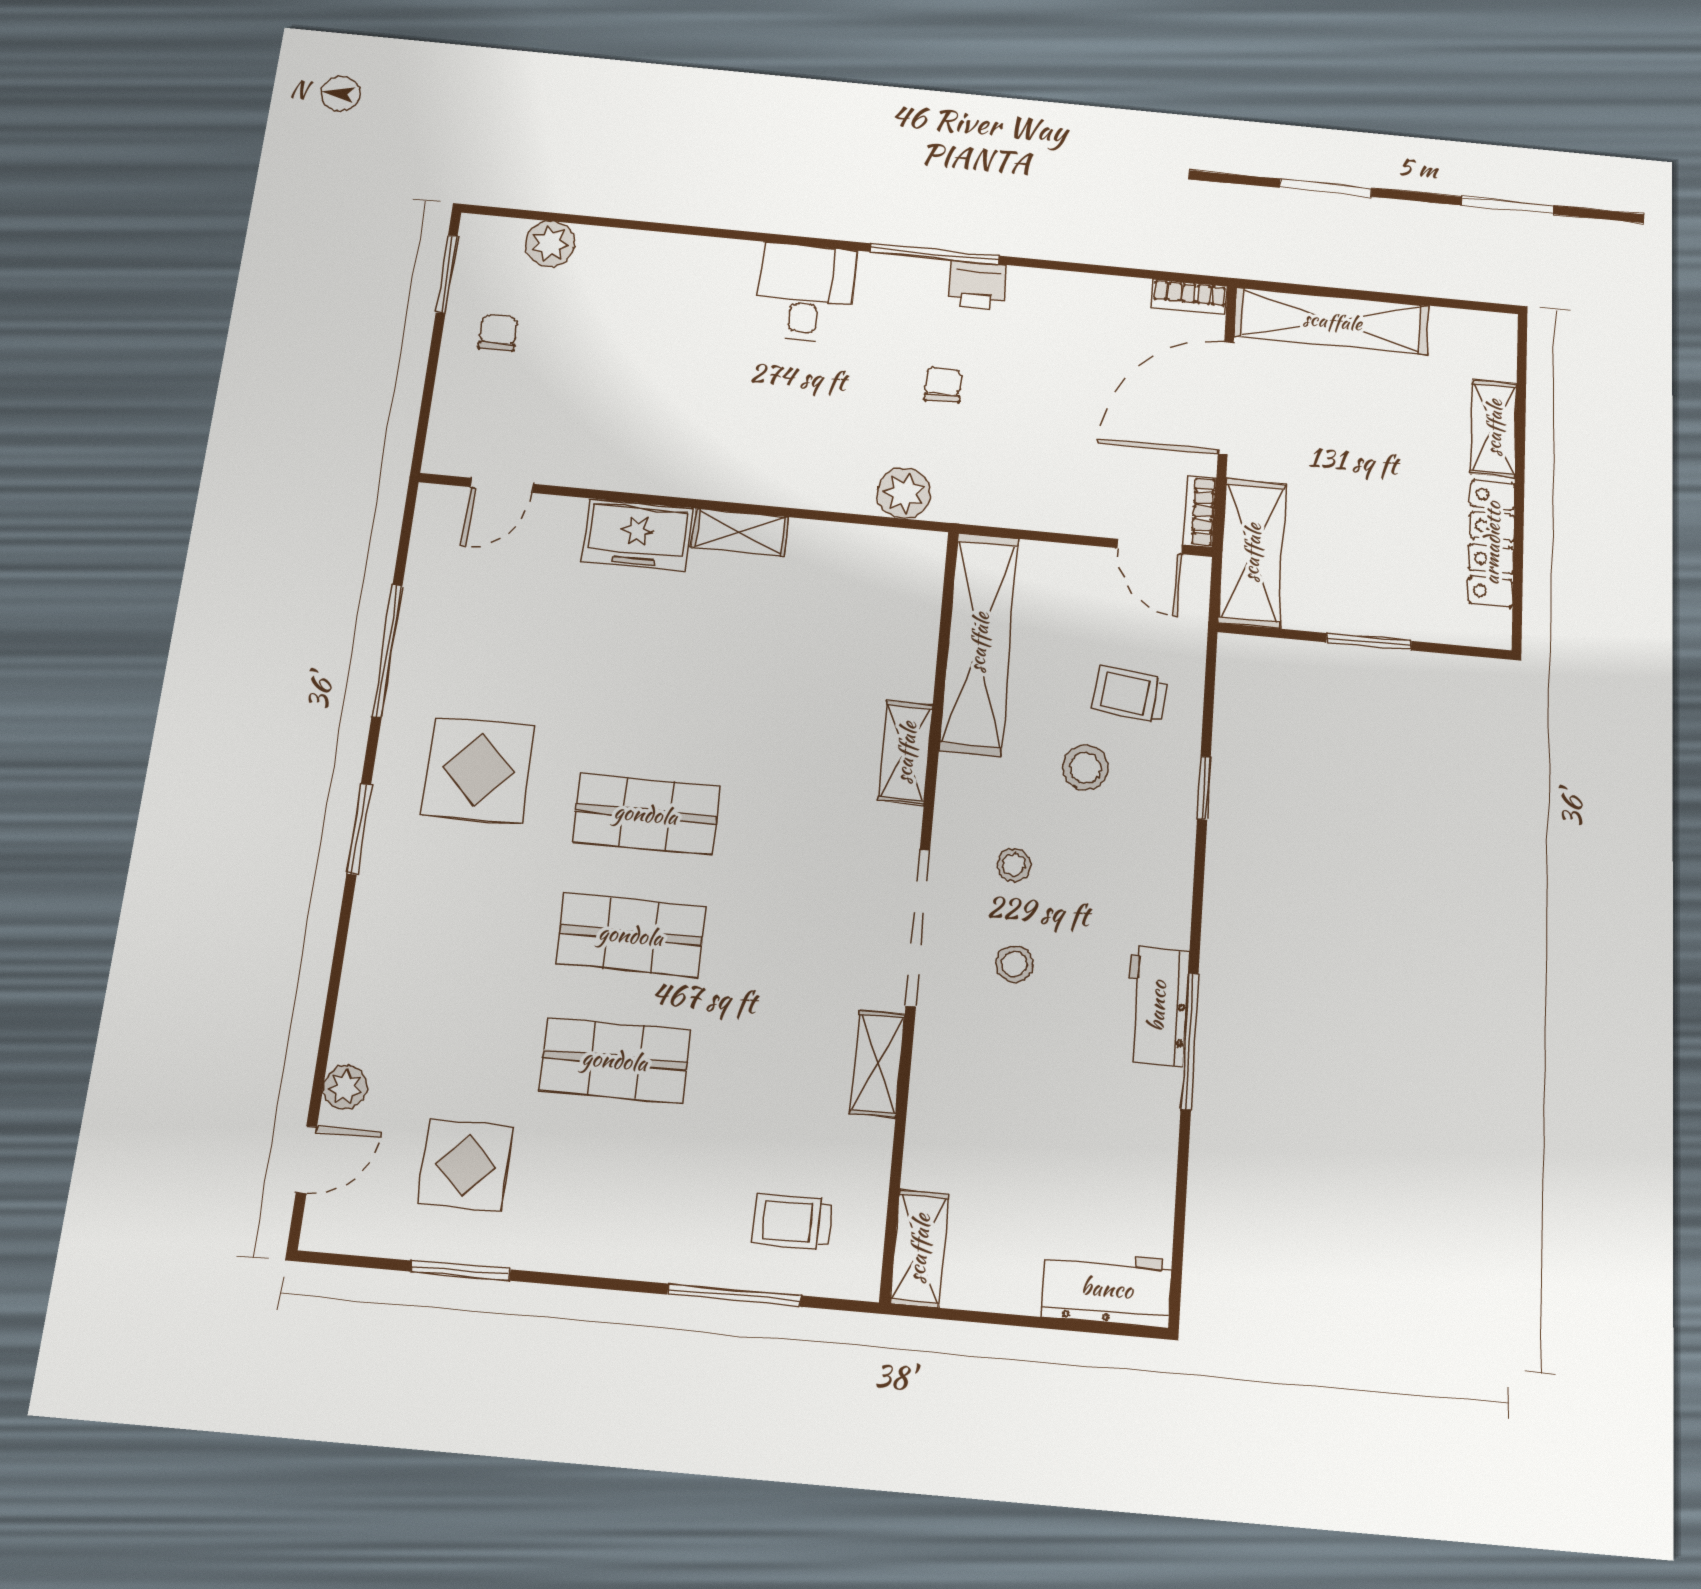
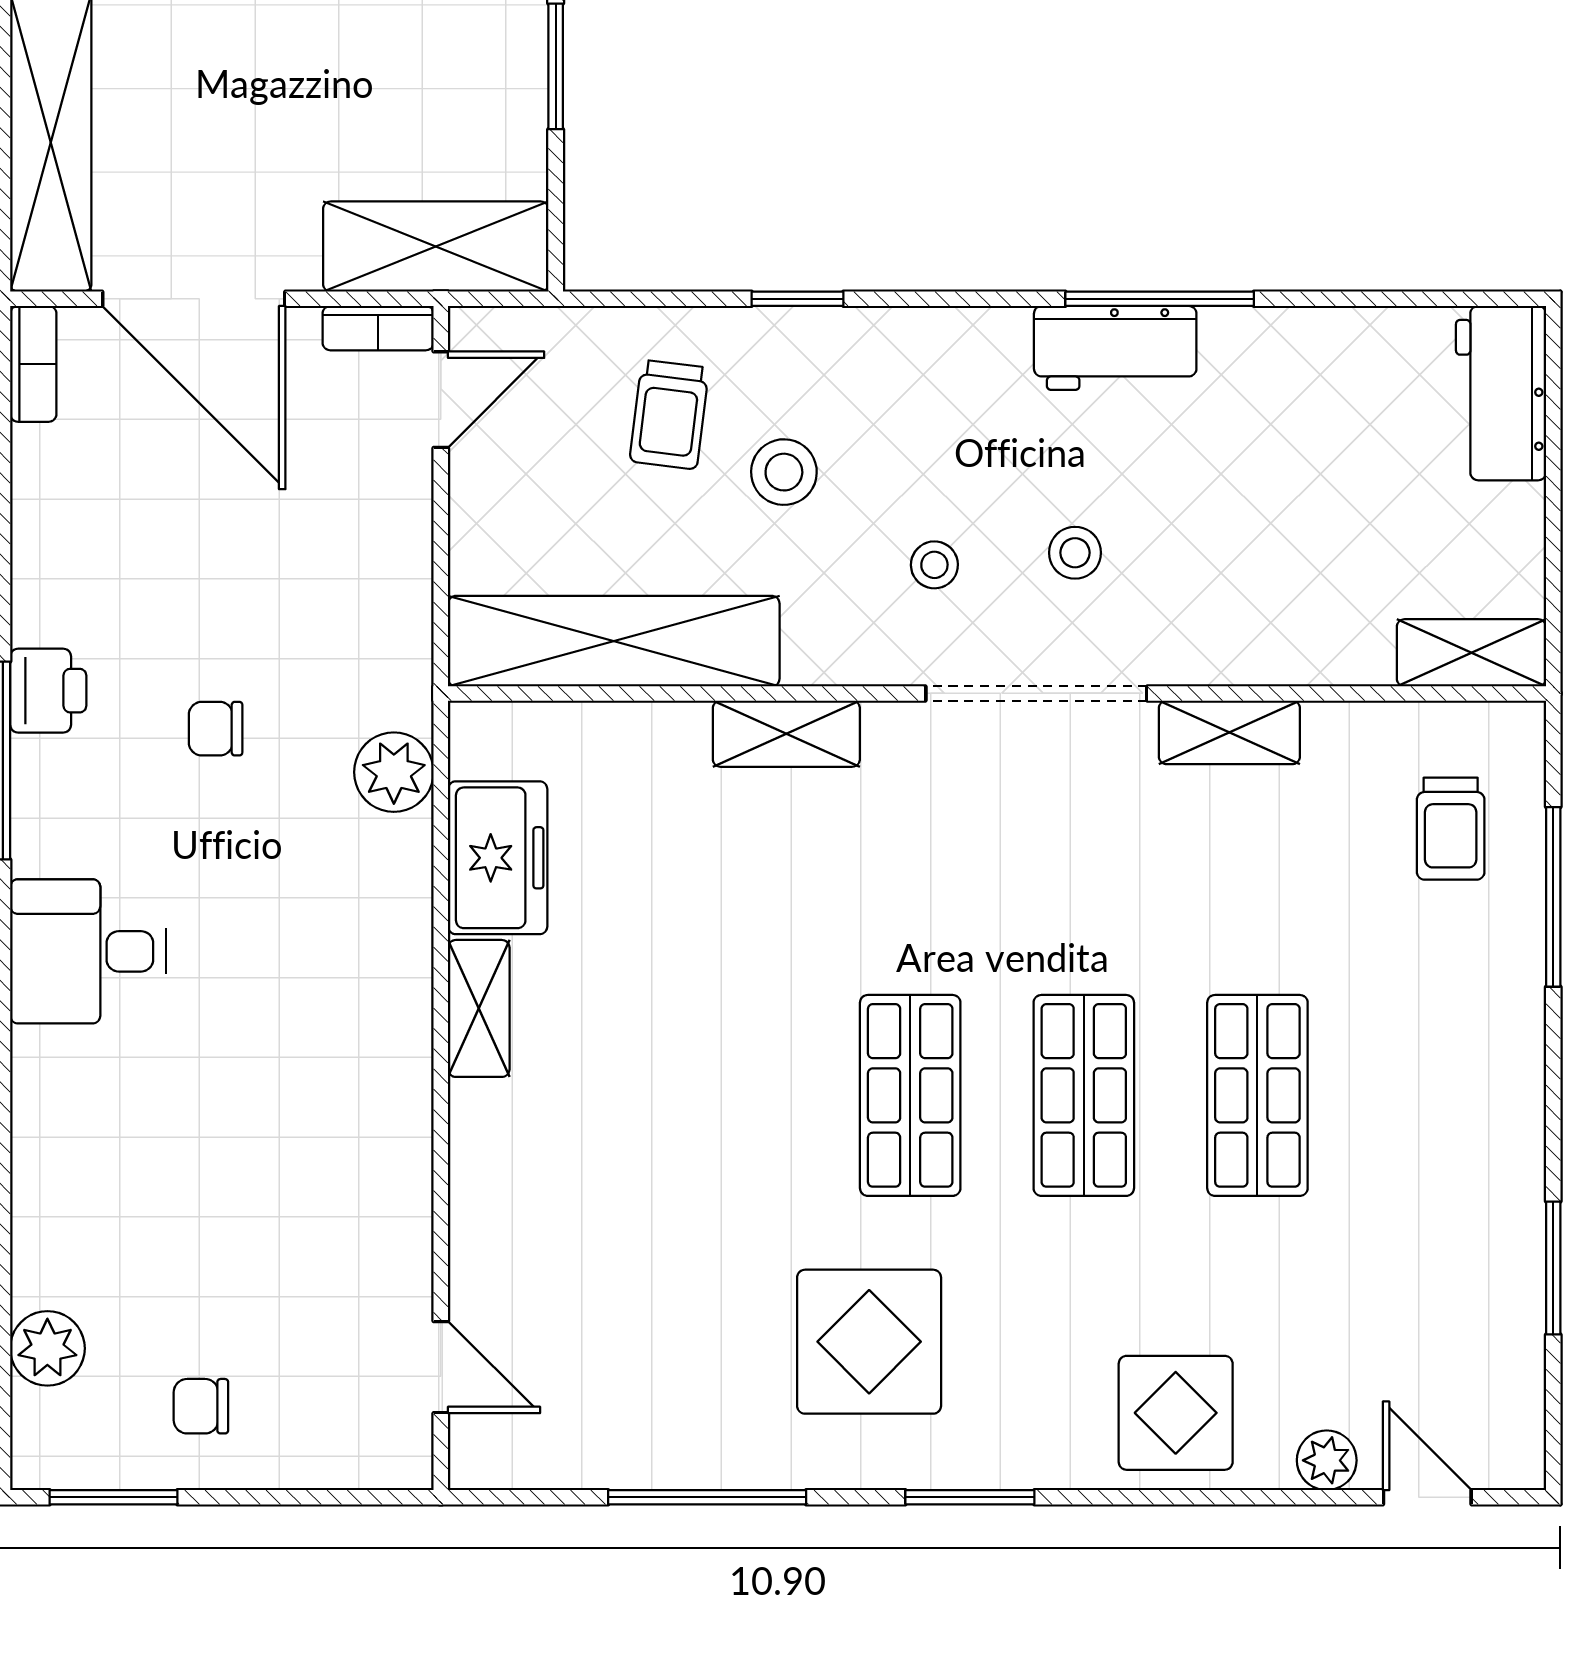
freezer: (637, 535) -> (498, 858), moved
display table: (465, 1165) -> (1176, 1413), moved

